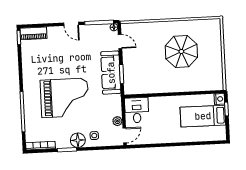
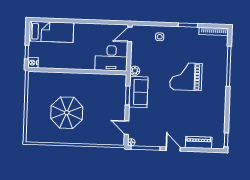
piano: (33, 33) -> (199, 142), moved
sofa: (111, 73) -> (138, 92), width x0.73
grand piano: (65, 98) -> (186, 77), width x0.73, depth x0.68
desk: (137, 110) -> (111, 58), width x1.37
bed: (203, 116) -> (51, 32), moved
plant: (117, 121) -> (135, 71), moved
floor lamp: (78, 140) -> (176, 34), removed

